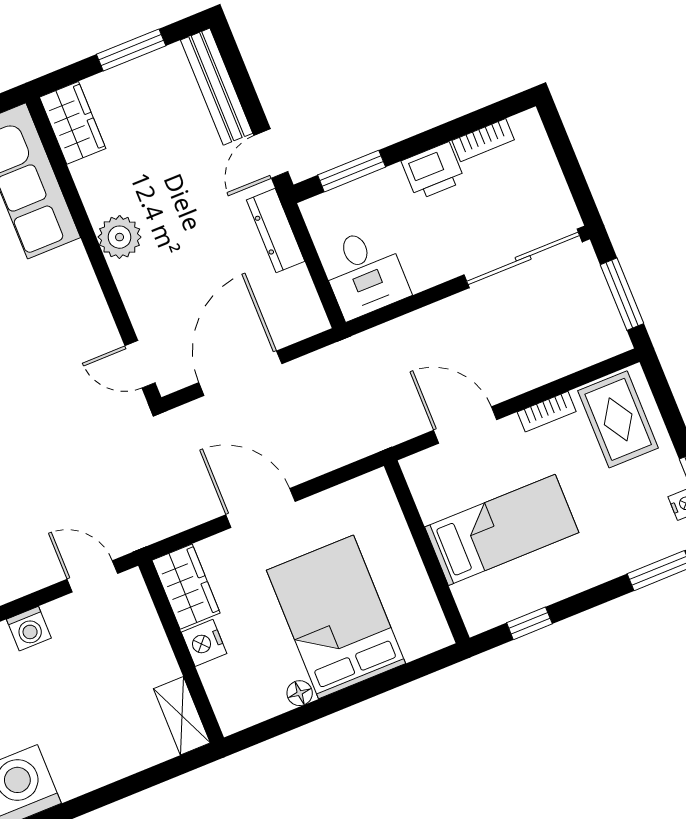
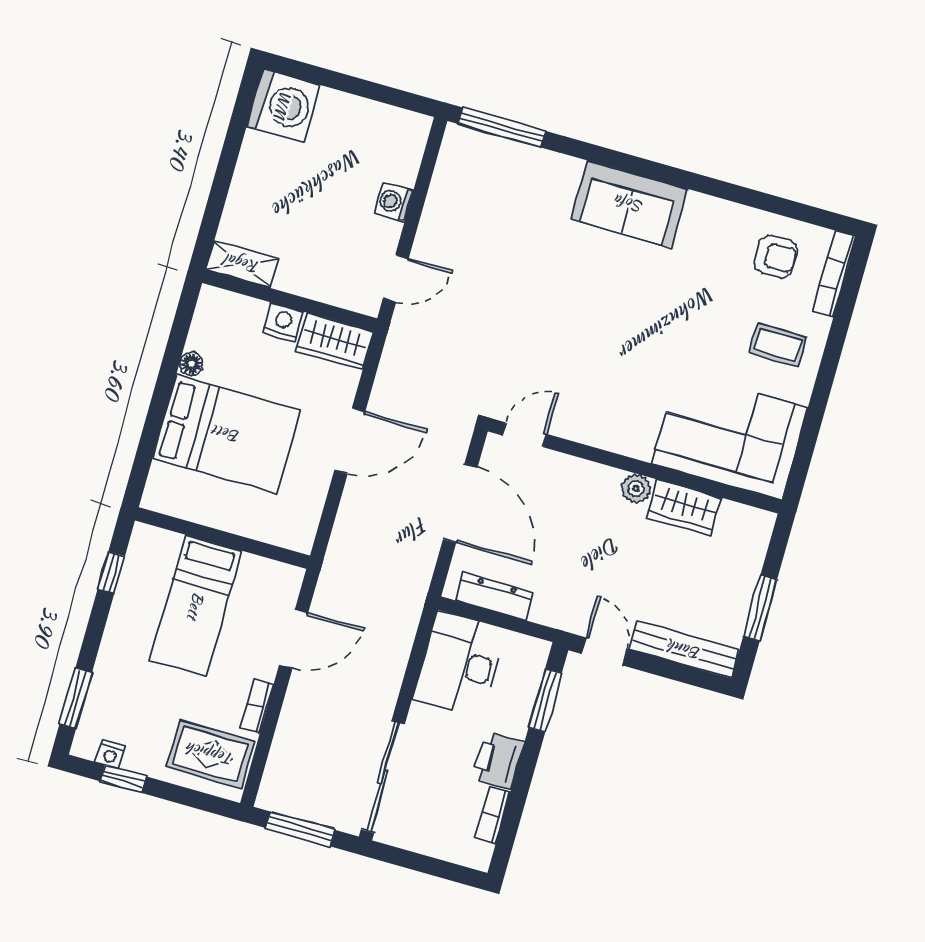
wardrobe: (73, 123) -> (684, 507), moved
dresser: (276, 231) -> (494, 596), moved
plant: (120, 237) -> (636, 489), width x0.73, depth x0.73
desk: (364, 273) -> (460, 664), width x1.37

